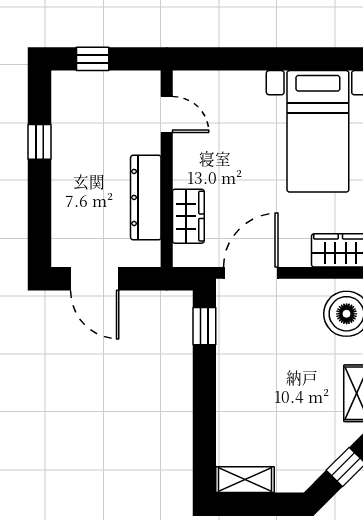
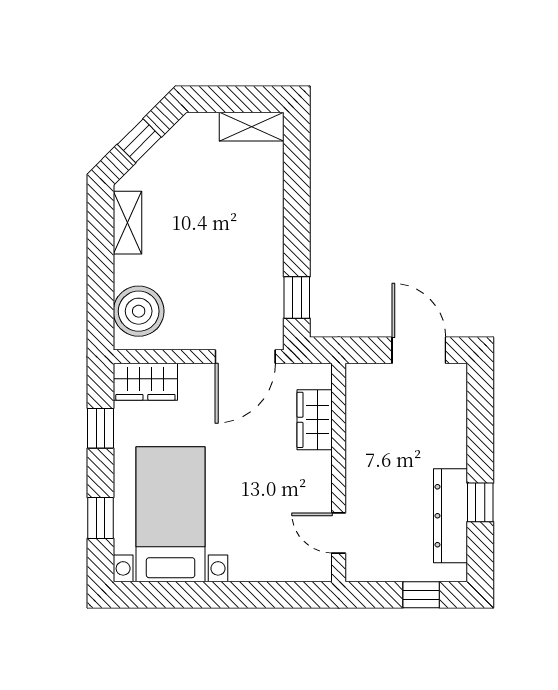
dresser: (146, 197) -> (451, 516), moved, turned 180

